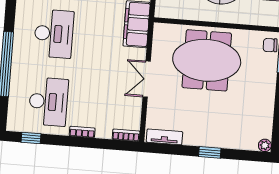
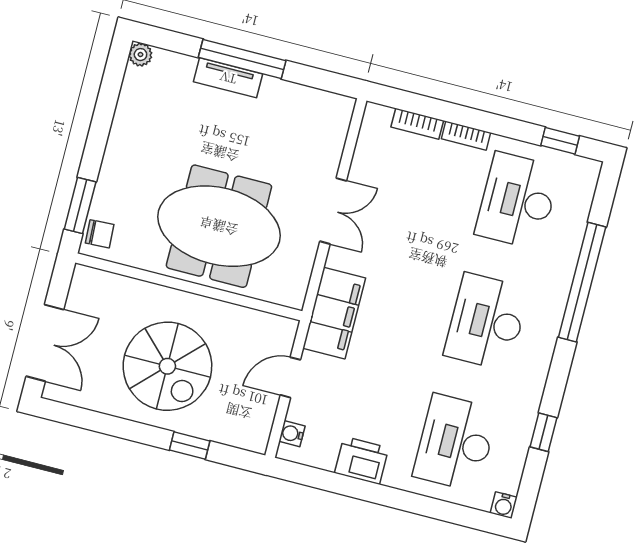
bookcase: (126, 135) -> (417, 124), moved
tv unit: (164, 137) -> (228, 78), moved
window: (210, 152) -> (242, 59), width x2.17

